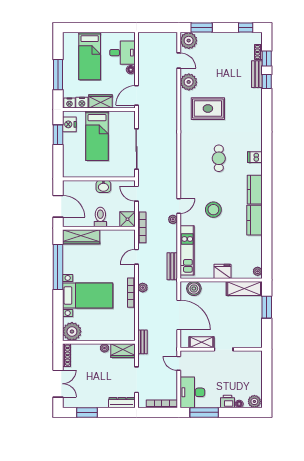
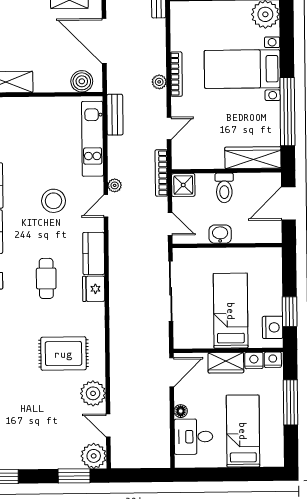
kitchen counter: (187, 175) -> (94, 253), added
door: (58, 206) -> (288, 203), hinge flipped
fridge: (223, 271) -> (94, 289), moved, turned 90

